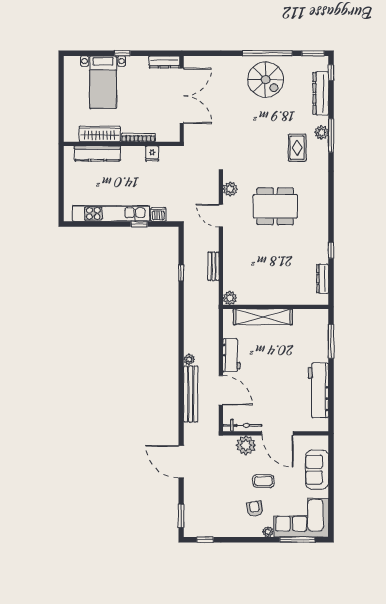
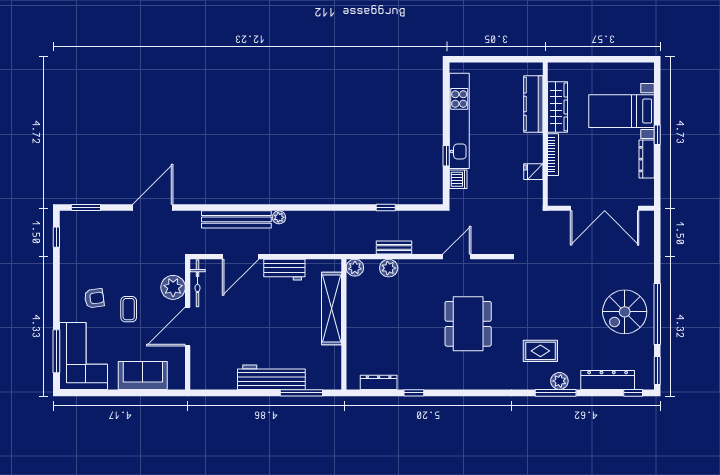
dresser: (164, 62) -> (647, 159), moved
plant: (230, 189) -> (389, 268), moved
workbench: (319, 390) -> (271, 377), moved
plant: (268, 532) -> (66, 315), removed

